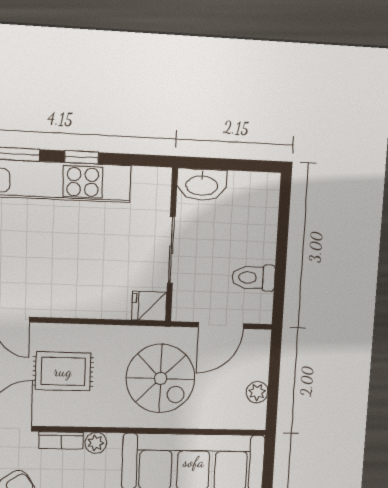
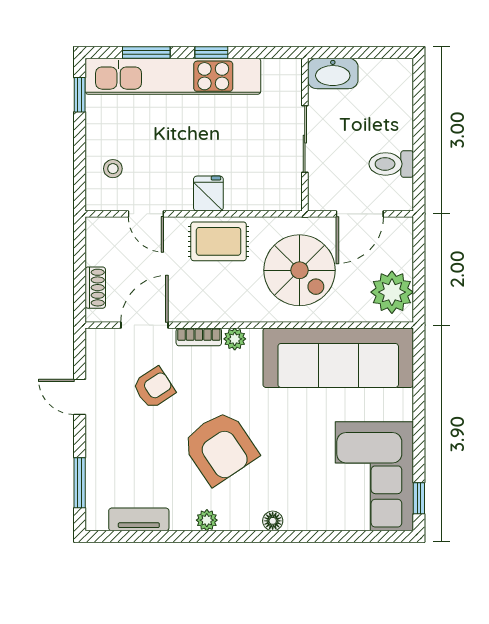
fridge: (149, 306) -> (208, 194), moved, turned 90
rug: (63, 371) -> (219, 241), moved
plant: (257, 392) -> (392, 292), width x1.87, depth x1.87

